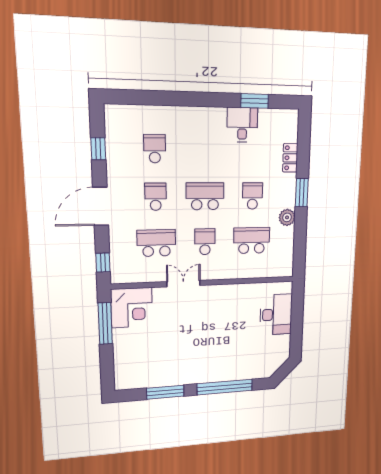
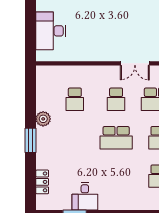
locker: (290, 158) -> (42, 182), moved
school desk: (253, 196) -> (75, 138), removed
school desk: (252, 241) -> (75, 99), width x0.54

